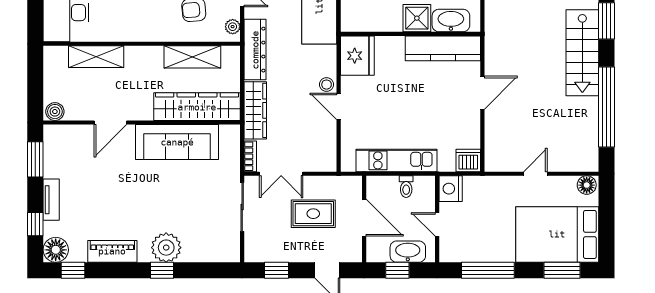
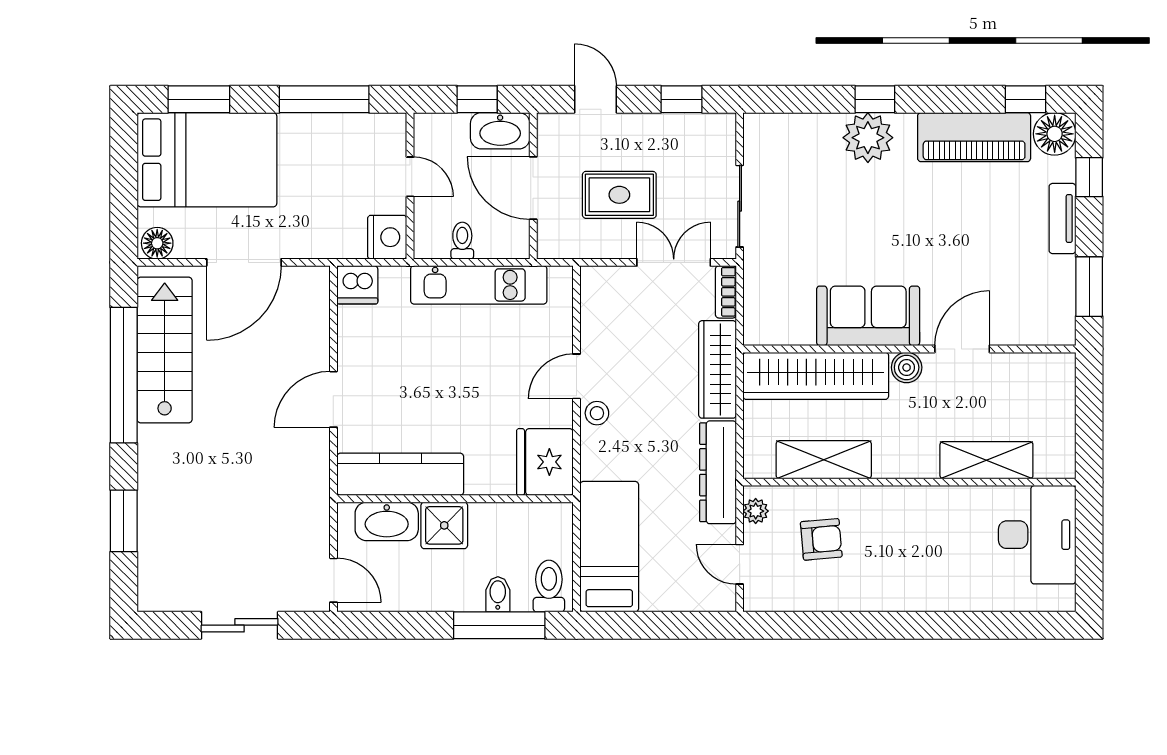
stairs: (582, 53) -> (165, 350), moved
door: (339, 106) -> (577, 376), swing flipped
boiler: (55, 112) -> (907, 367), moved
sofa: (177, 142) -> (868, 316), width x0.73
door: (535, 174) -> (244, 262), width x1.87
piano: (112, 251) -> (974, 137), width x1.37, depth x1.33
washbasin: (408, 252) -> (500, 131), moved

